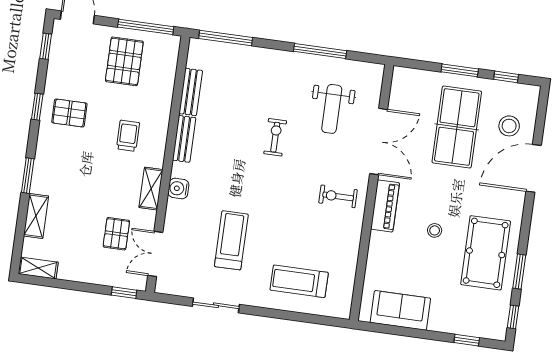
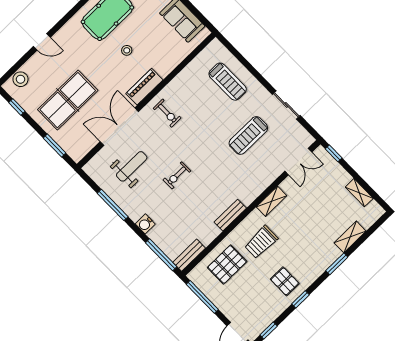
pallet: (124, 61) -> (227, 264), moved
window: (460, 70) -> (55, 146), moved
bench: (191, 92) -> (189, 255), moved
stool: (509, 126) -> (20, 79), moved
trolley: (128, 136) -> (261, 242), width x1.36, depth x1.39
door: (534, 168) -> (42, 42), width x0.53
water cooler: (178, 188) -> (145, 224), moved, turned 90
pallet: (116, 234) -> (312, 191), removed
shelving: (38, 268) -> (359, 193), moved

